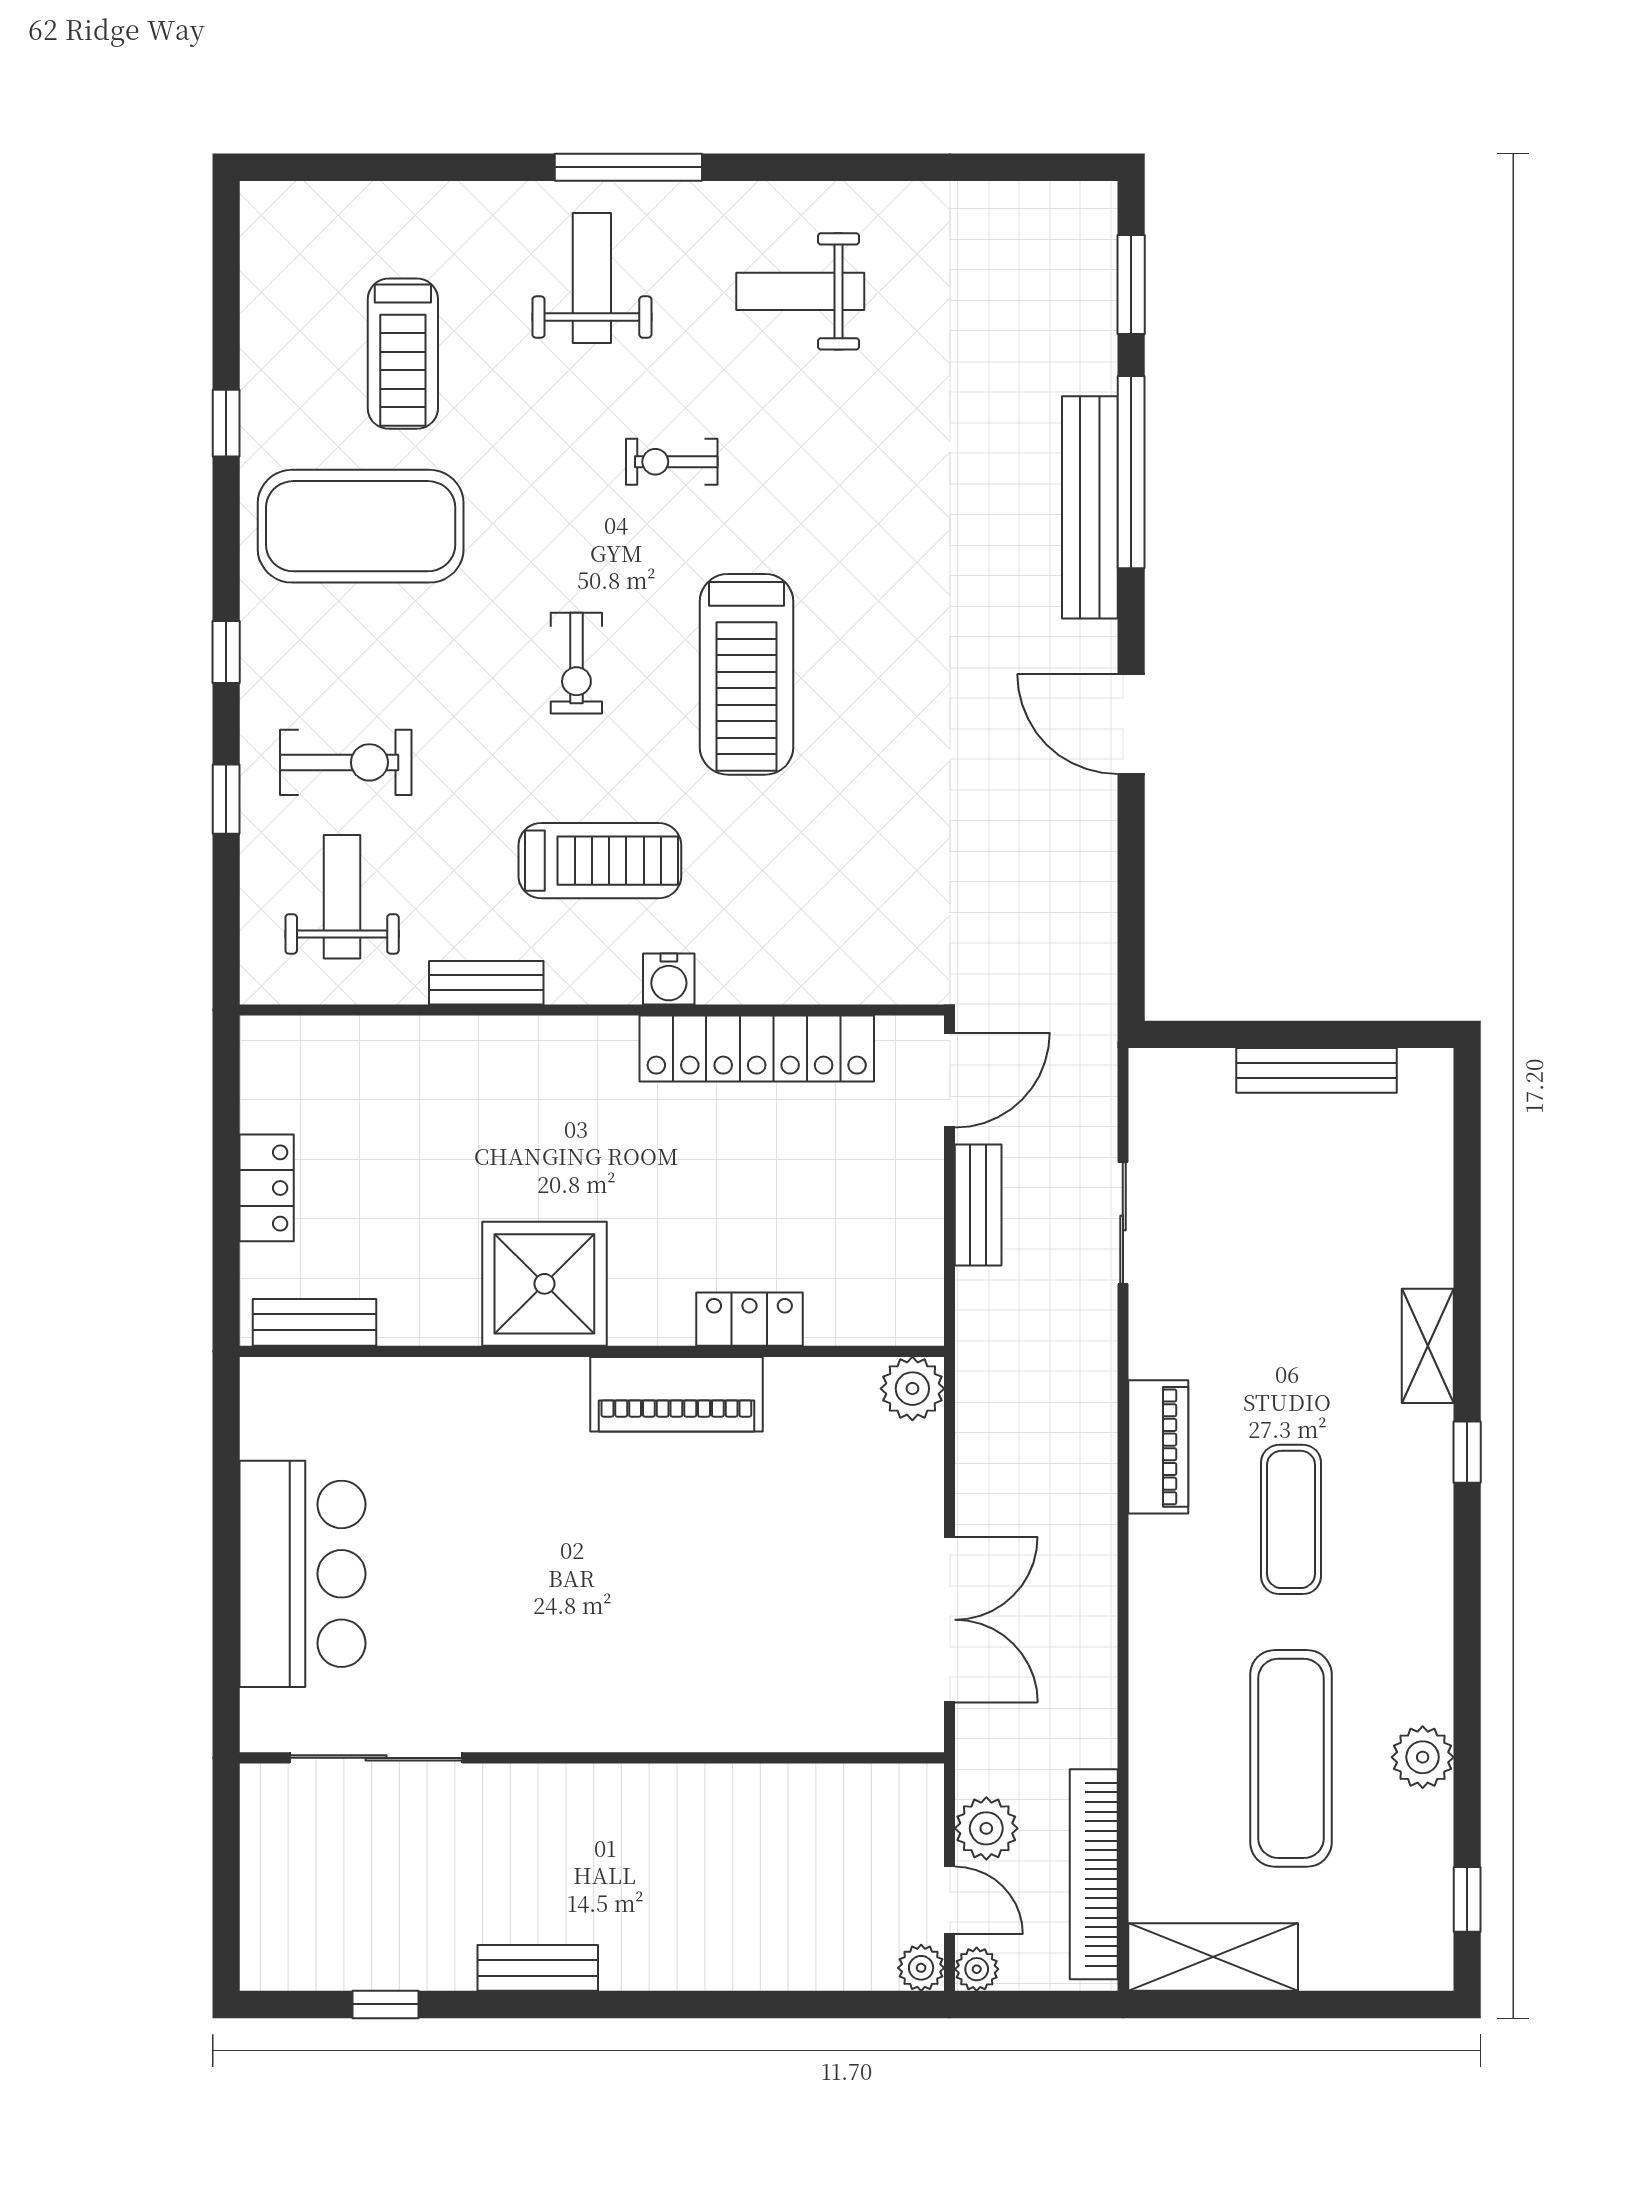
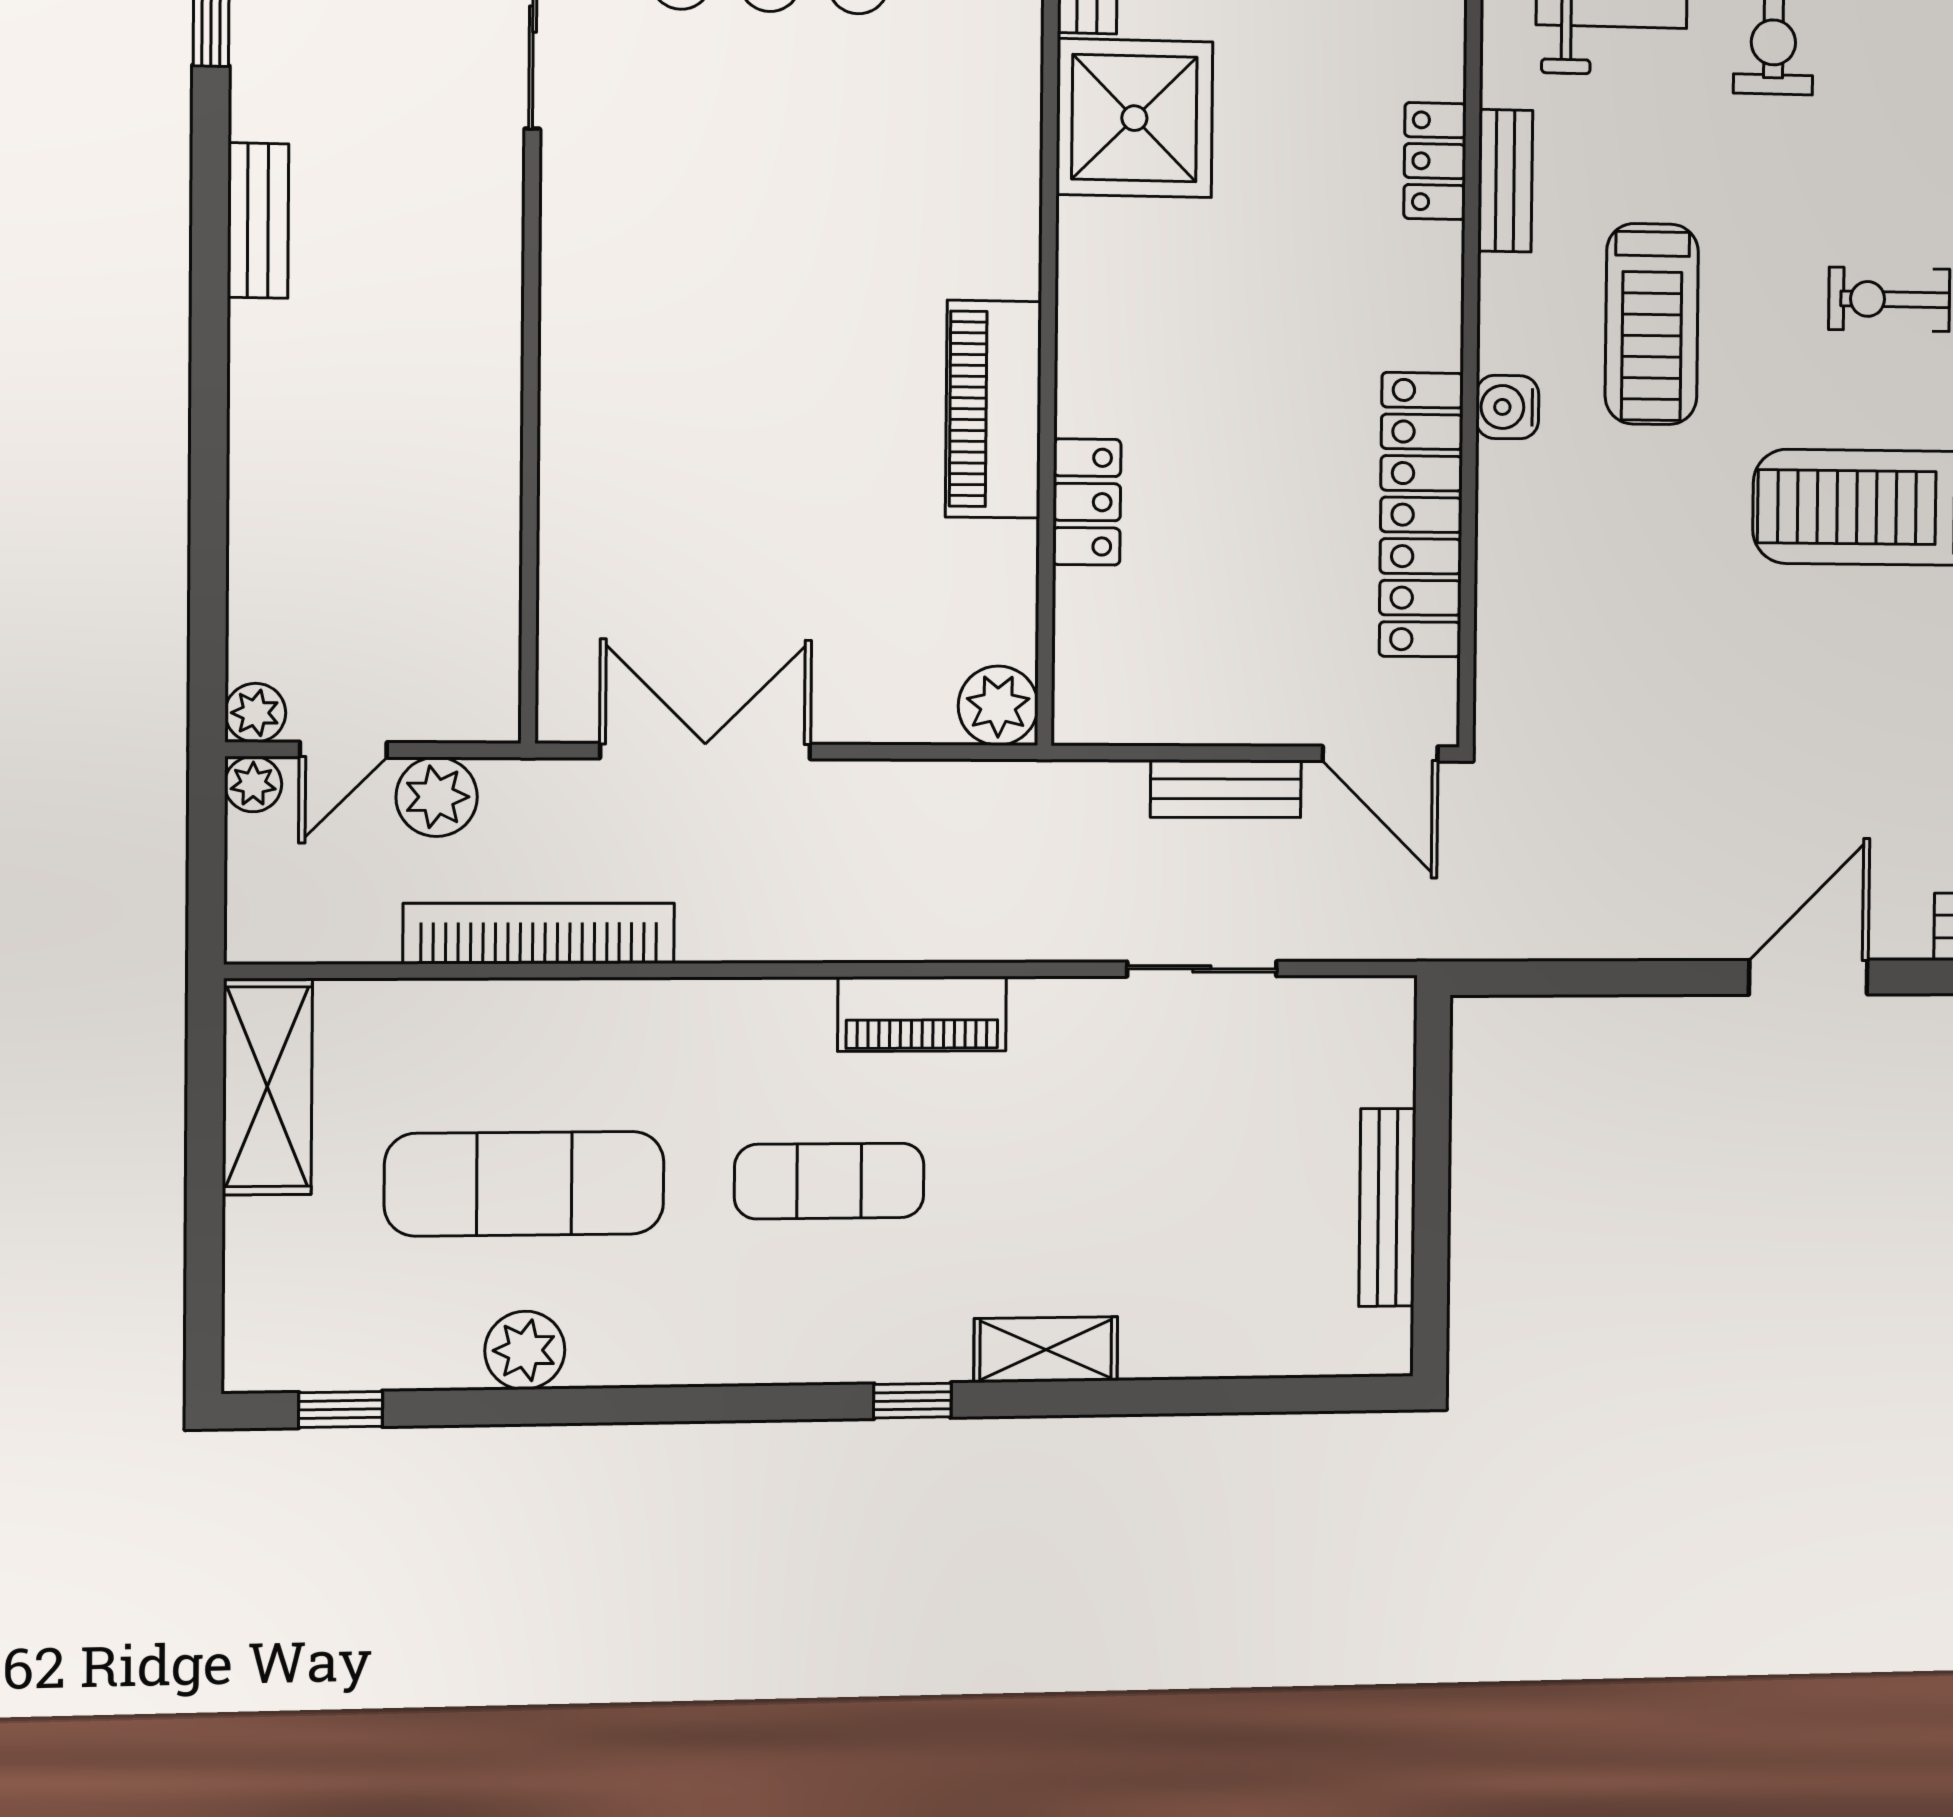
locker: (472, 1040) -> (1435, 161), added
shower: (544, 1284) -> (1134, 118), moved
double door: (950, 1620) -> (705, 751), swing flipped
bookcase: (1094, 1874) -> (539, 933), moved

